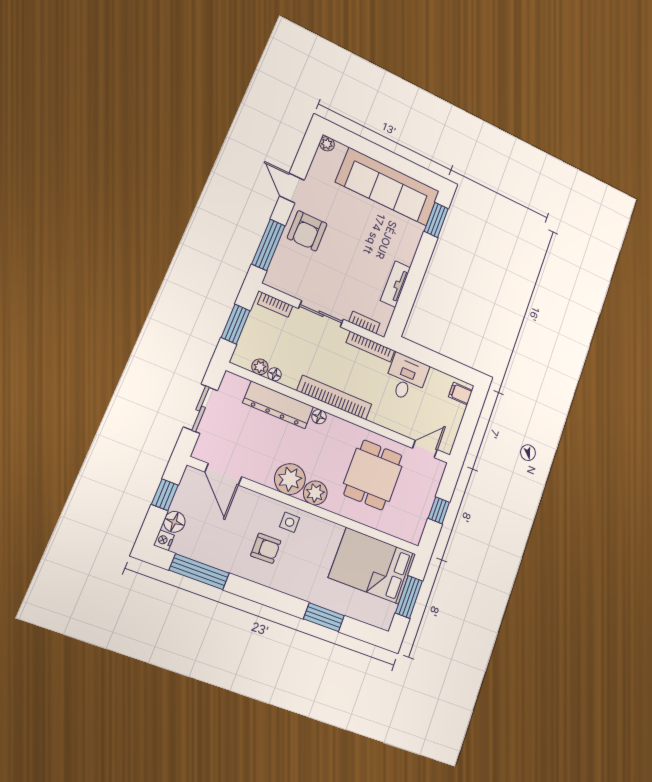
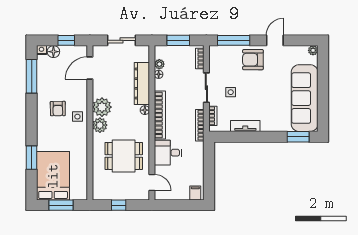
side table: (341, 283) -> (231, 92), added
desk: (406, 378) -> (168, 153), moved, turned 180
bed: (372, 566) -> (53, 176), moved

